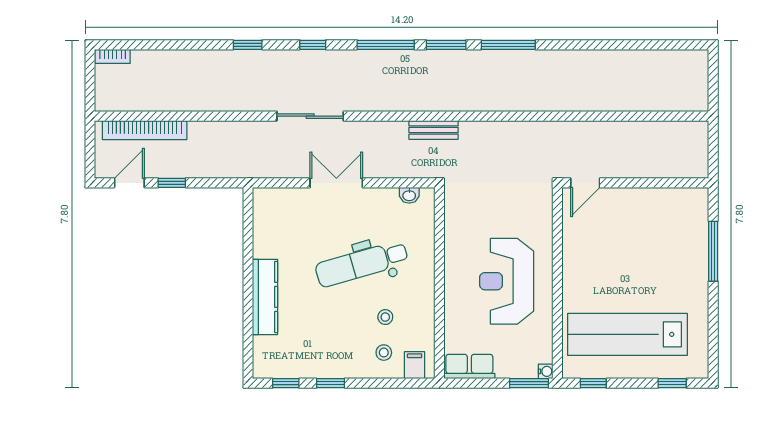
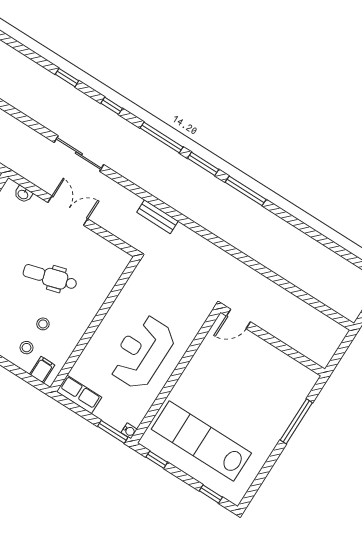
washbasin: (409, 195) -> (23, 194), moved
dental chair: (362, 264) -> (50, 277), width x0.73, depth x0.72

